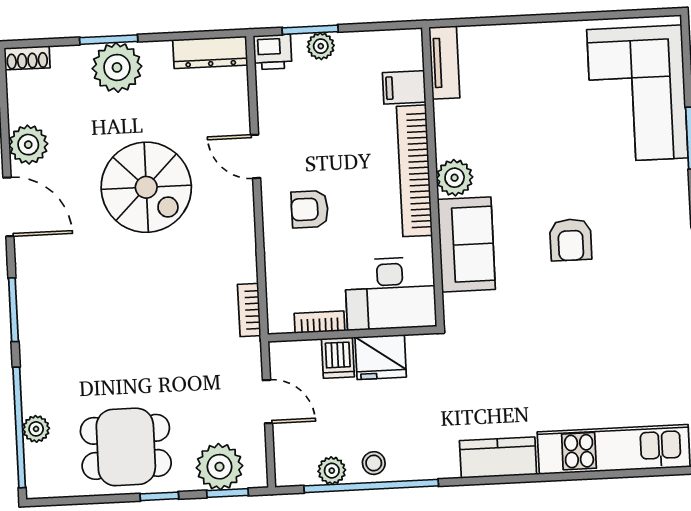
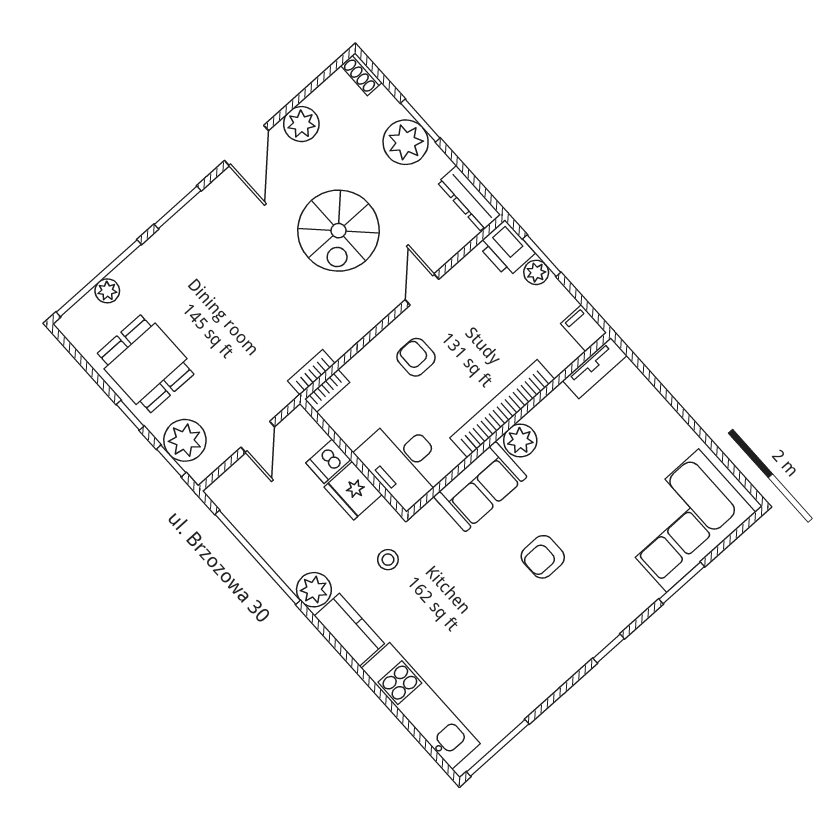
printer: (272, 52) -> (506, 249), width x1.36, depth x1.24
filing cabinet: (404, 87) -> (583, 328), moved
bookcase: (320, 322) -> (327, 391), moved, turned 90
stool: (374, 463) -> (388, 560), moved
plant: (332, 471) -> (314, 590), moved, width x1.38, depth x1.38

